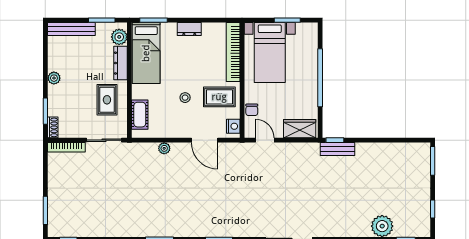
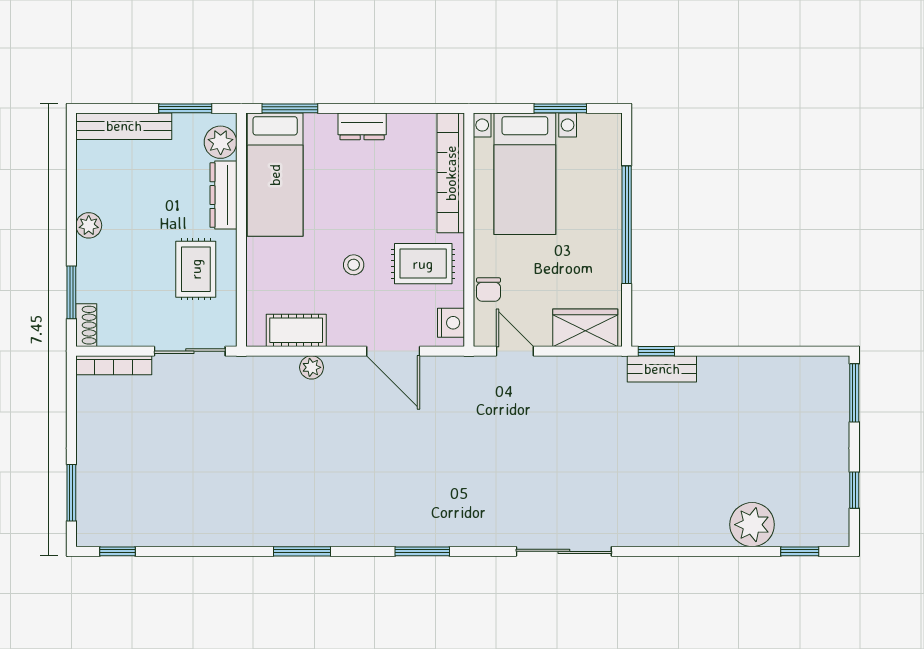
cot: (140, 115) -> (296, 330), moved, turned 90

